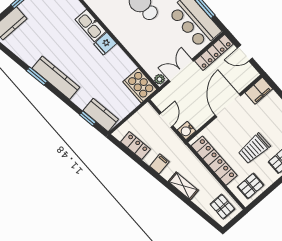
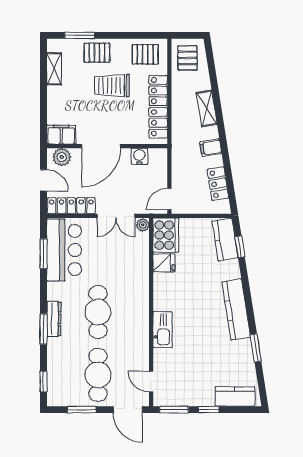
fridge: (105, 44) -> (164, 263), moved
window: (37, 76) -> (256, 348), moved
plant: (246, 77) -> (62, 157), added
door: (166, 120) -> (169, 199), moved
water cooler: (187, 131) -> (139, 156), moved, turned -90
trolley: (254, 149) -> (112, 86), turned 180

